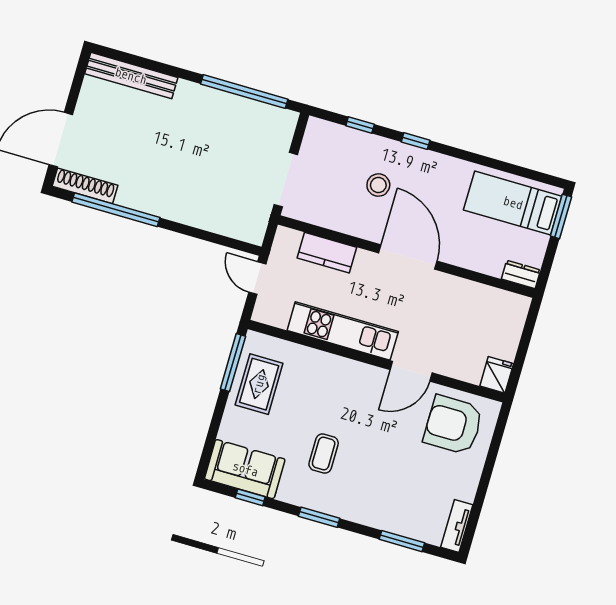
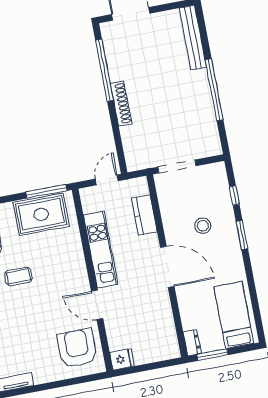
window: (244, 92) -> (214, 90), moved
window: (416, 141) -> (242, 235), width x1.50
shoe rack: (85, 186) -> (121, 104), moved
window: (561, 216) -> (212, 355), moved
door: (408, 257) -> (167, 267), hinge flipped
rug: (259, 384) -> (41, 214), width x1.36, depth x1.43

